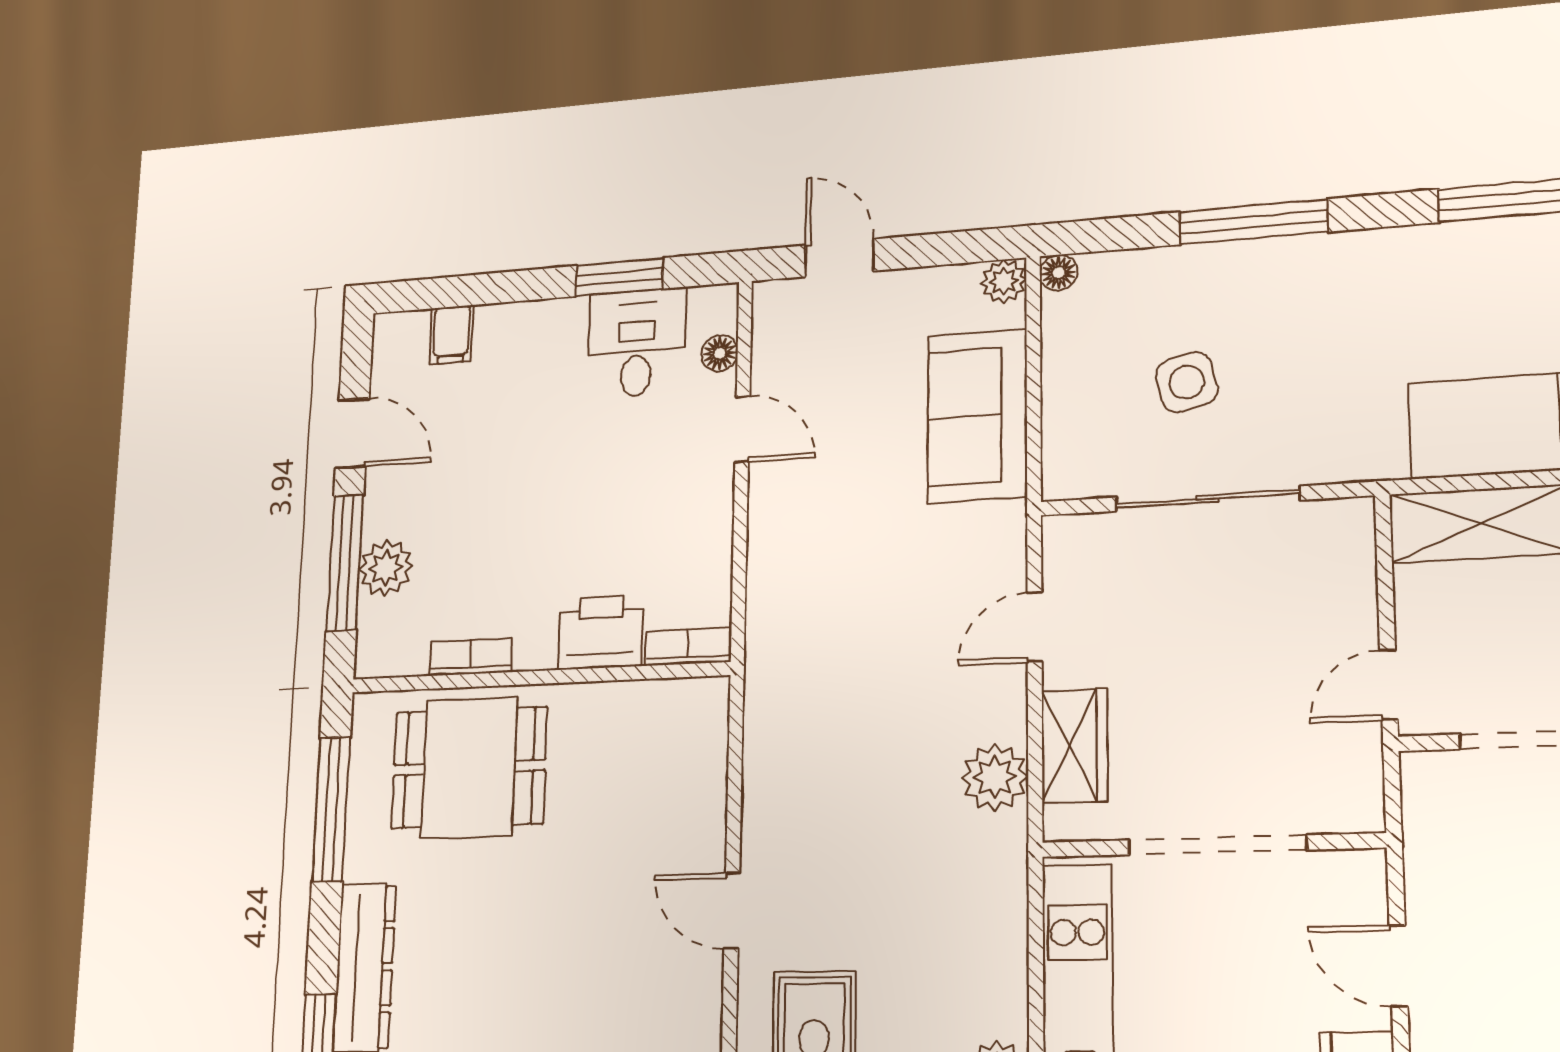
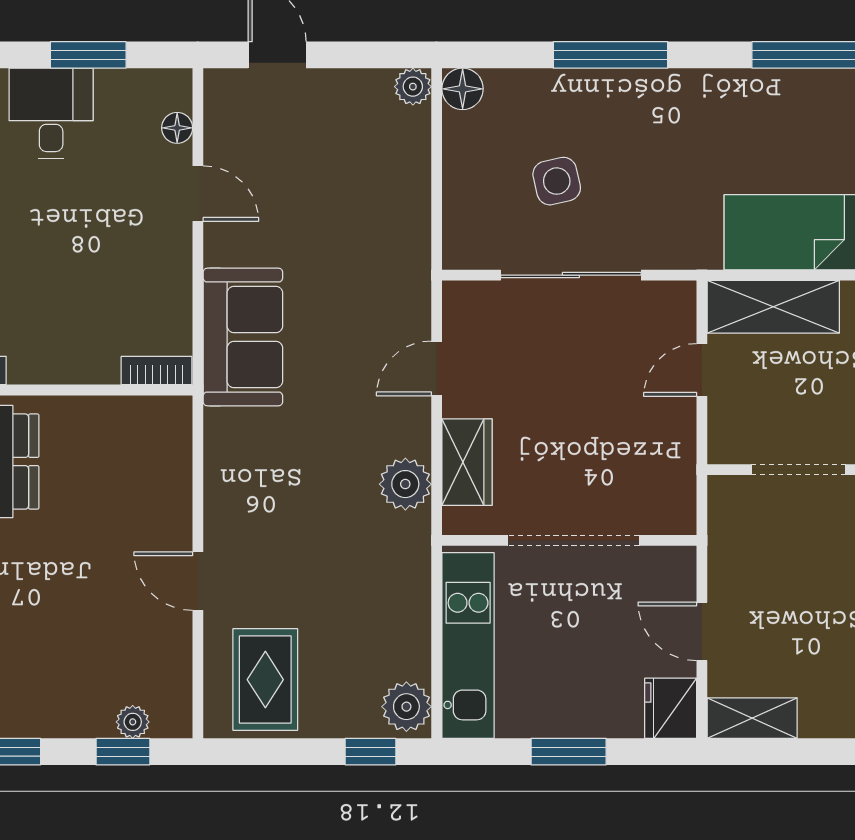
floor lamp: (1059, 273) -> (463, 89), width x1.37, depth x1.37
desk: (637, 343) -> (51, 113), moved
sofa: (977, 416) -> (243, 337), moved, turned 180
printer: (600, 632) -> (82, 355), removed
door: (1389, 685) -> (702, 370), moved

